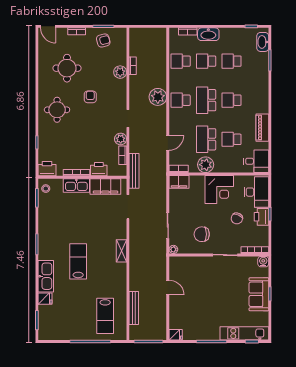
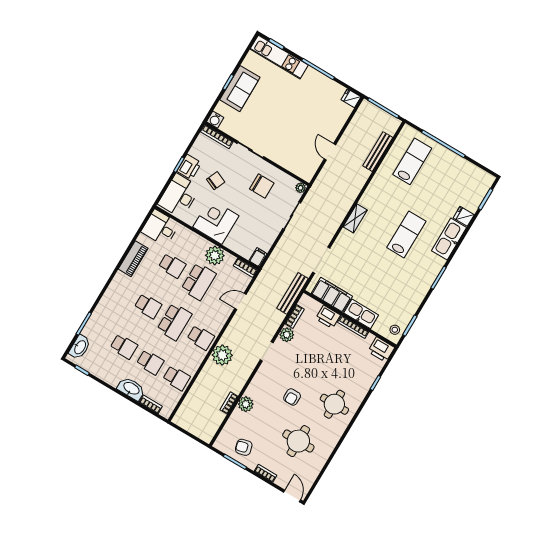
filing cabinet: (179, 182) -> (258, 257), width x0.50
lab bench: (78, 261) -> (406, 234), turned 180

